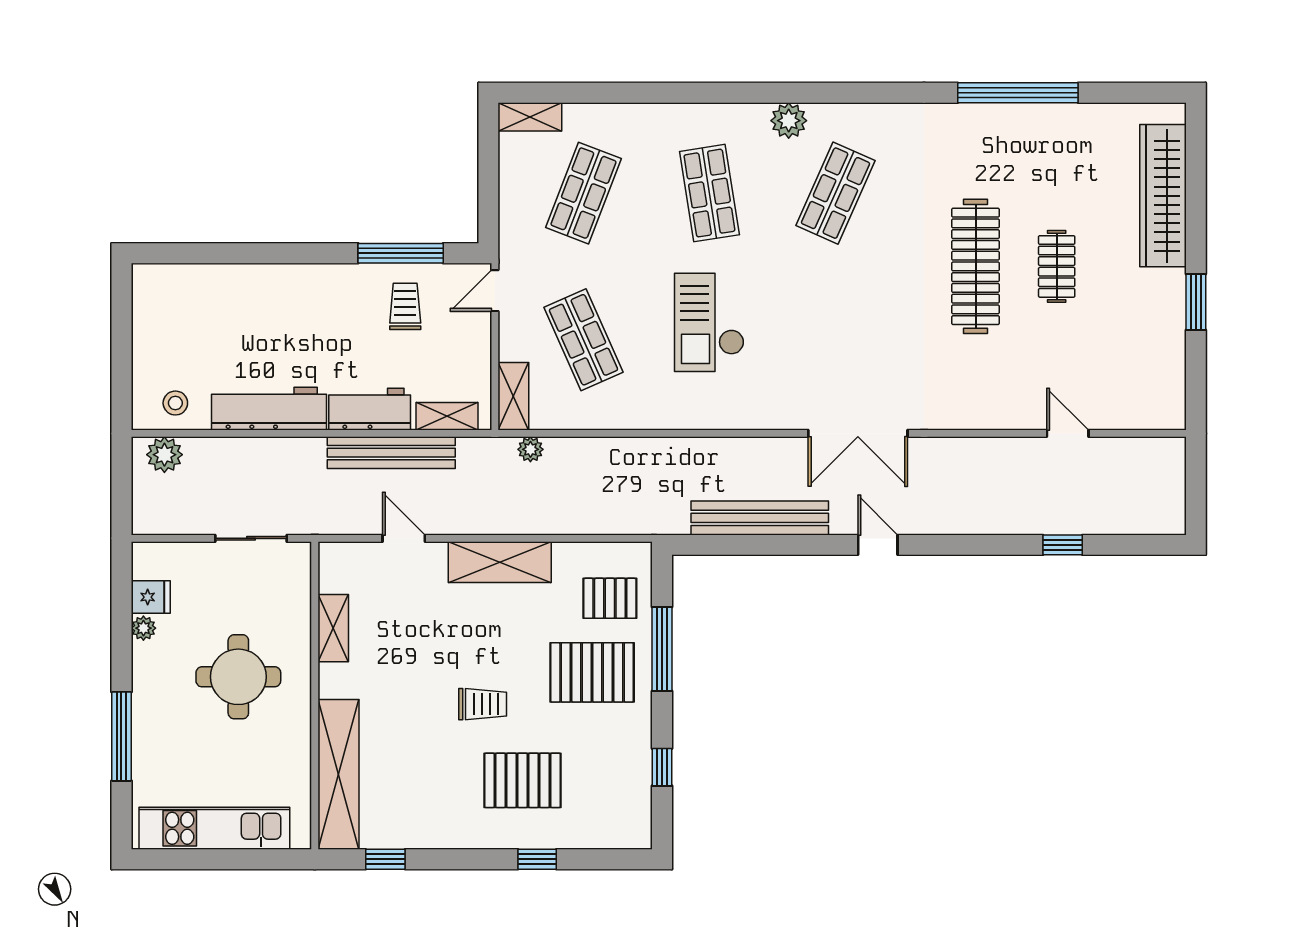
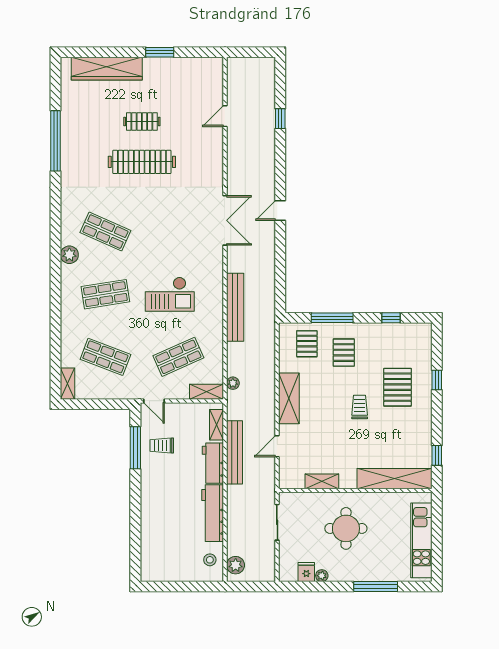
bench: (760, 518) -> (235, 307), moved
pallet: (592, 672) -> (344, 353), width x0.67, depth x0.71

